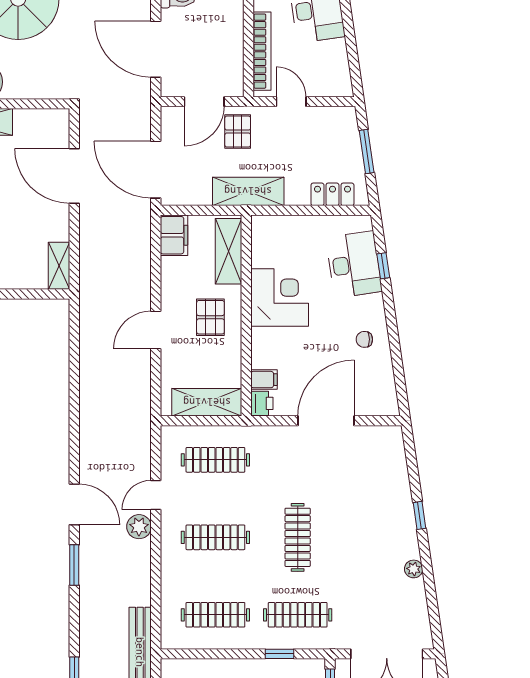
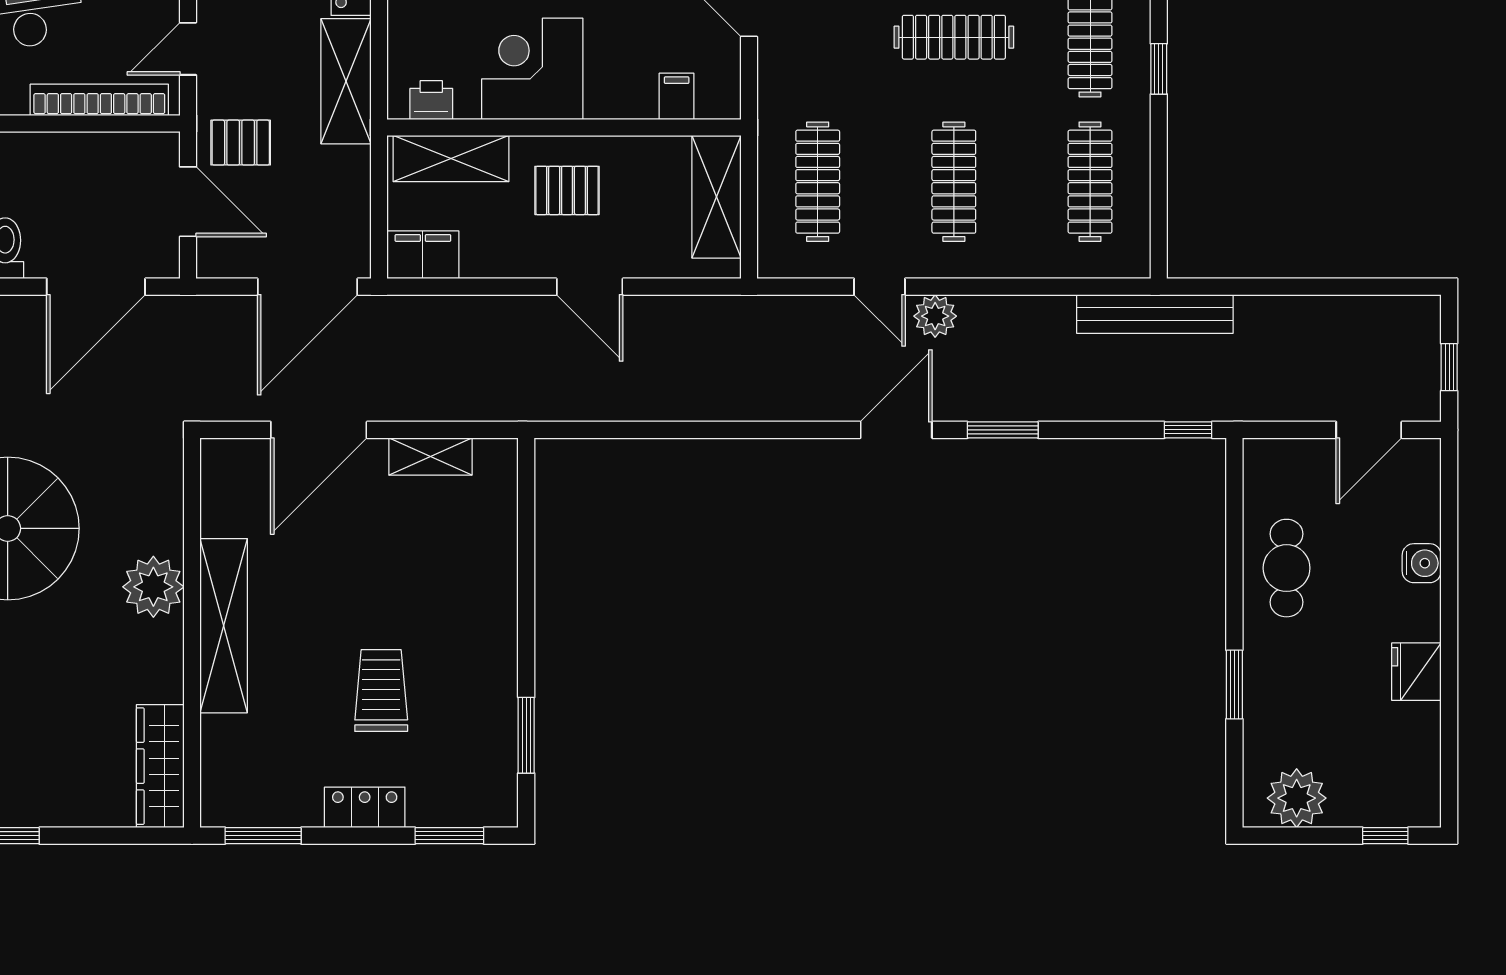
shelving: (248, 191) -> (346, 81), moved
shelving: (59, 266) -> (430, 457), moved
printer: (262, 403) -> (431, 100), moved

